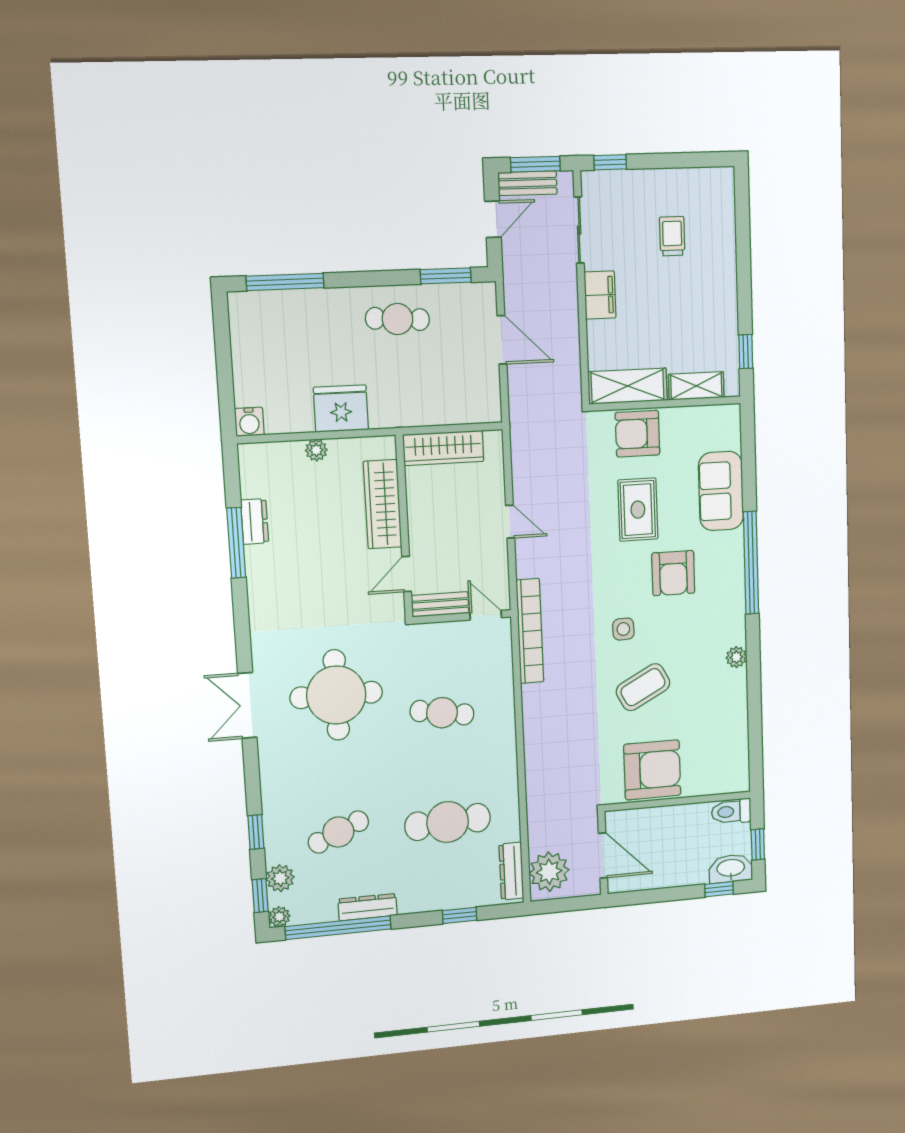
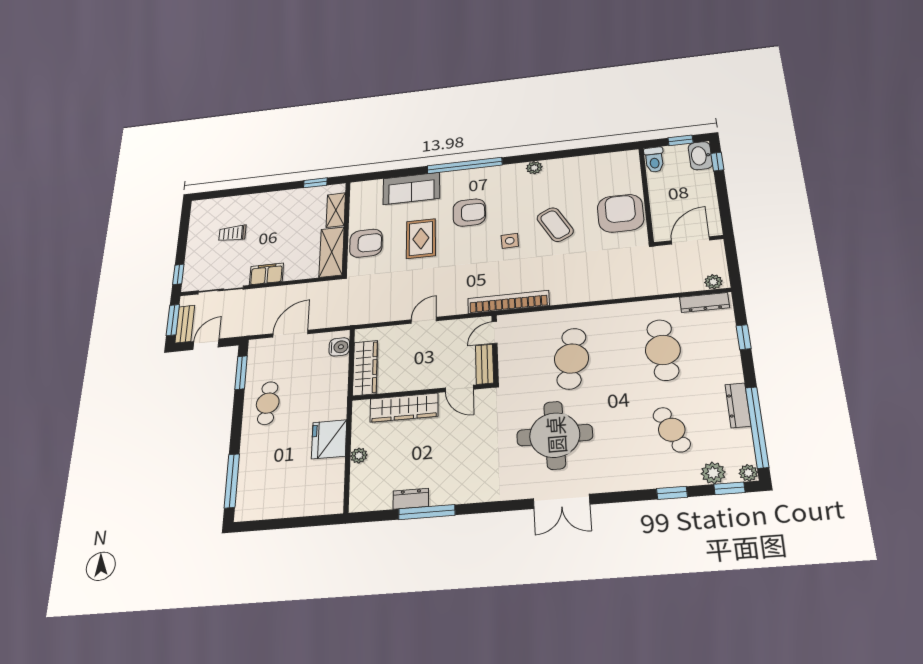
door: (493, 219) -> (206, 344), hinge flipped
water cooler: (249, 422) -> (339, 347), moved
armchair: (637, 434) -> (366, 243), turned -90
rug: (638, 510) -> (421, 239), turned 90
cafe table: (442, 713) -> (571, 358), width x1.37, depth x1.35
plant: (549, 872) -> (713, 282), width x0.53, depth x0.53

